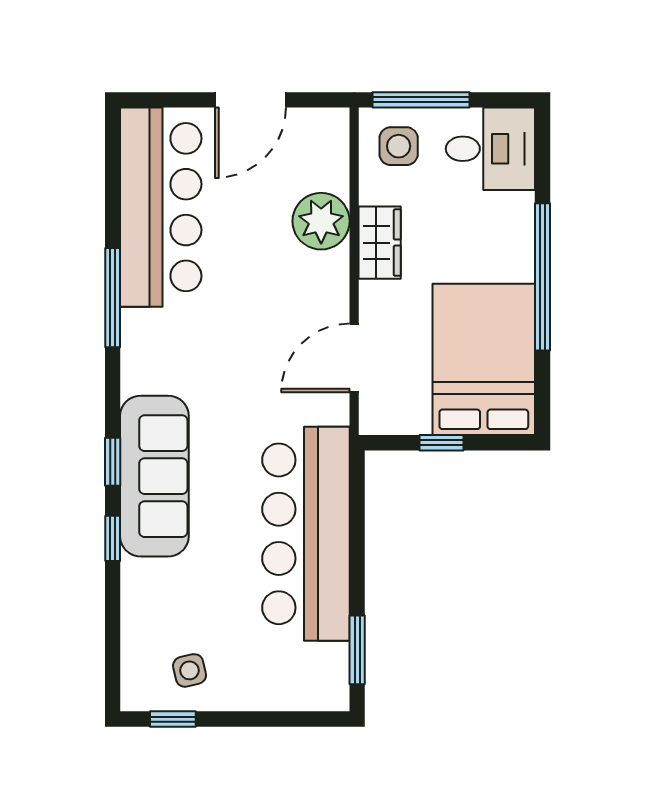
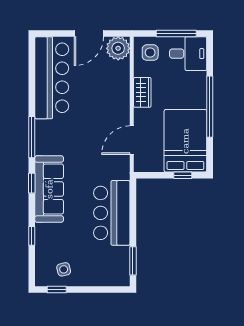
window: (421, 100) -> (176, 33), moved
plant: (321, 221) -> (118, 48), moved
window: (113, 298) -> (32, 137), moved
window: (442, 443) -> (183, 175), moved
bar counter: (306, 534) -> (112, 213), width x0.73
window: (113, 538) -> (32, 236), moved

